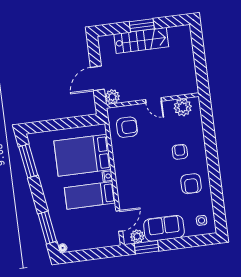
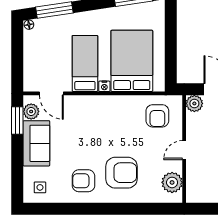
armchair: (180, 152) -> (122, 173), width x1.88, depth x1.88

